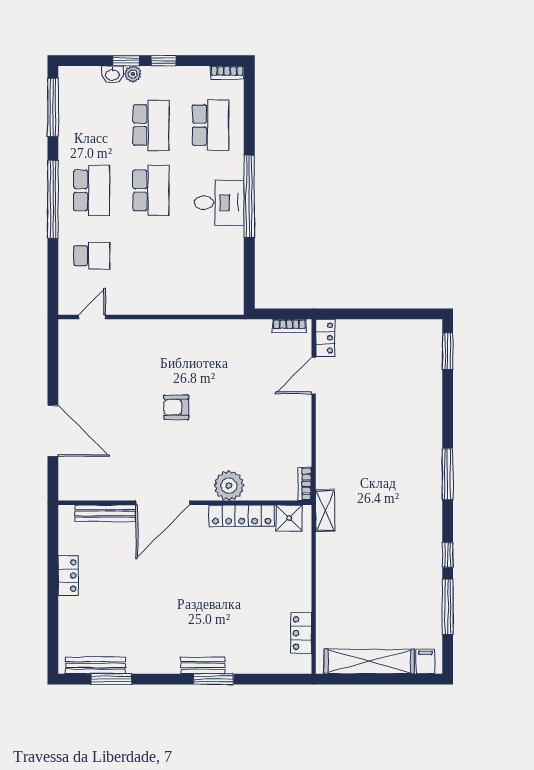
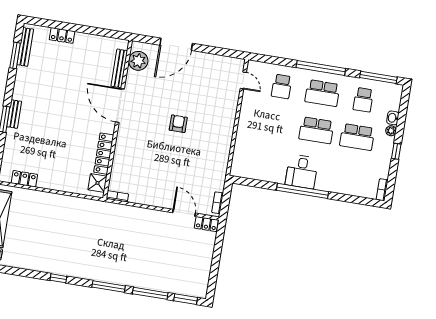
window: (126, 61) -> (400, 128), removed
school desk: (211, 125) -> (363, 100), moved, width x0.54
plant: (229, 486) -> (138, 61), moved
shelving: (325, 510) -> (99, 206), removed
locker: (68, 576) -> (62, 35), moved
window: (448, 607) -> (150, 293), moved

